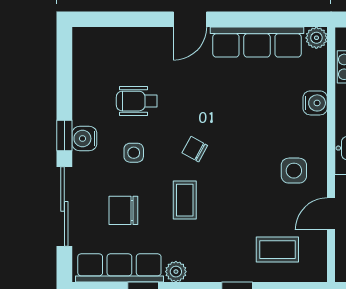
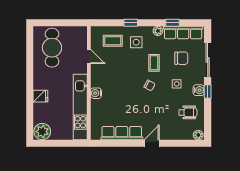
plant: (316, 38) -> (198, 135), moved
wheelchair: (137, 101) -> (188, 112), moved
water cooler: (315, 103) -> (96, 93), moved
side table: (294, 171) -> (136, 42), moved
door: (331, 214) -> (89, 57), hinge flipped

